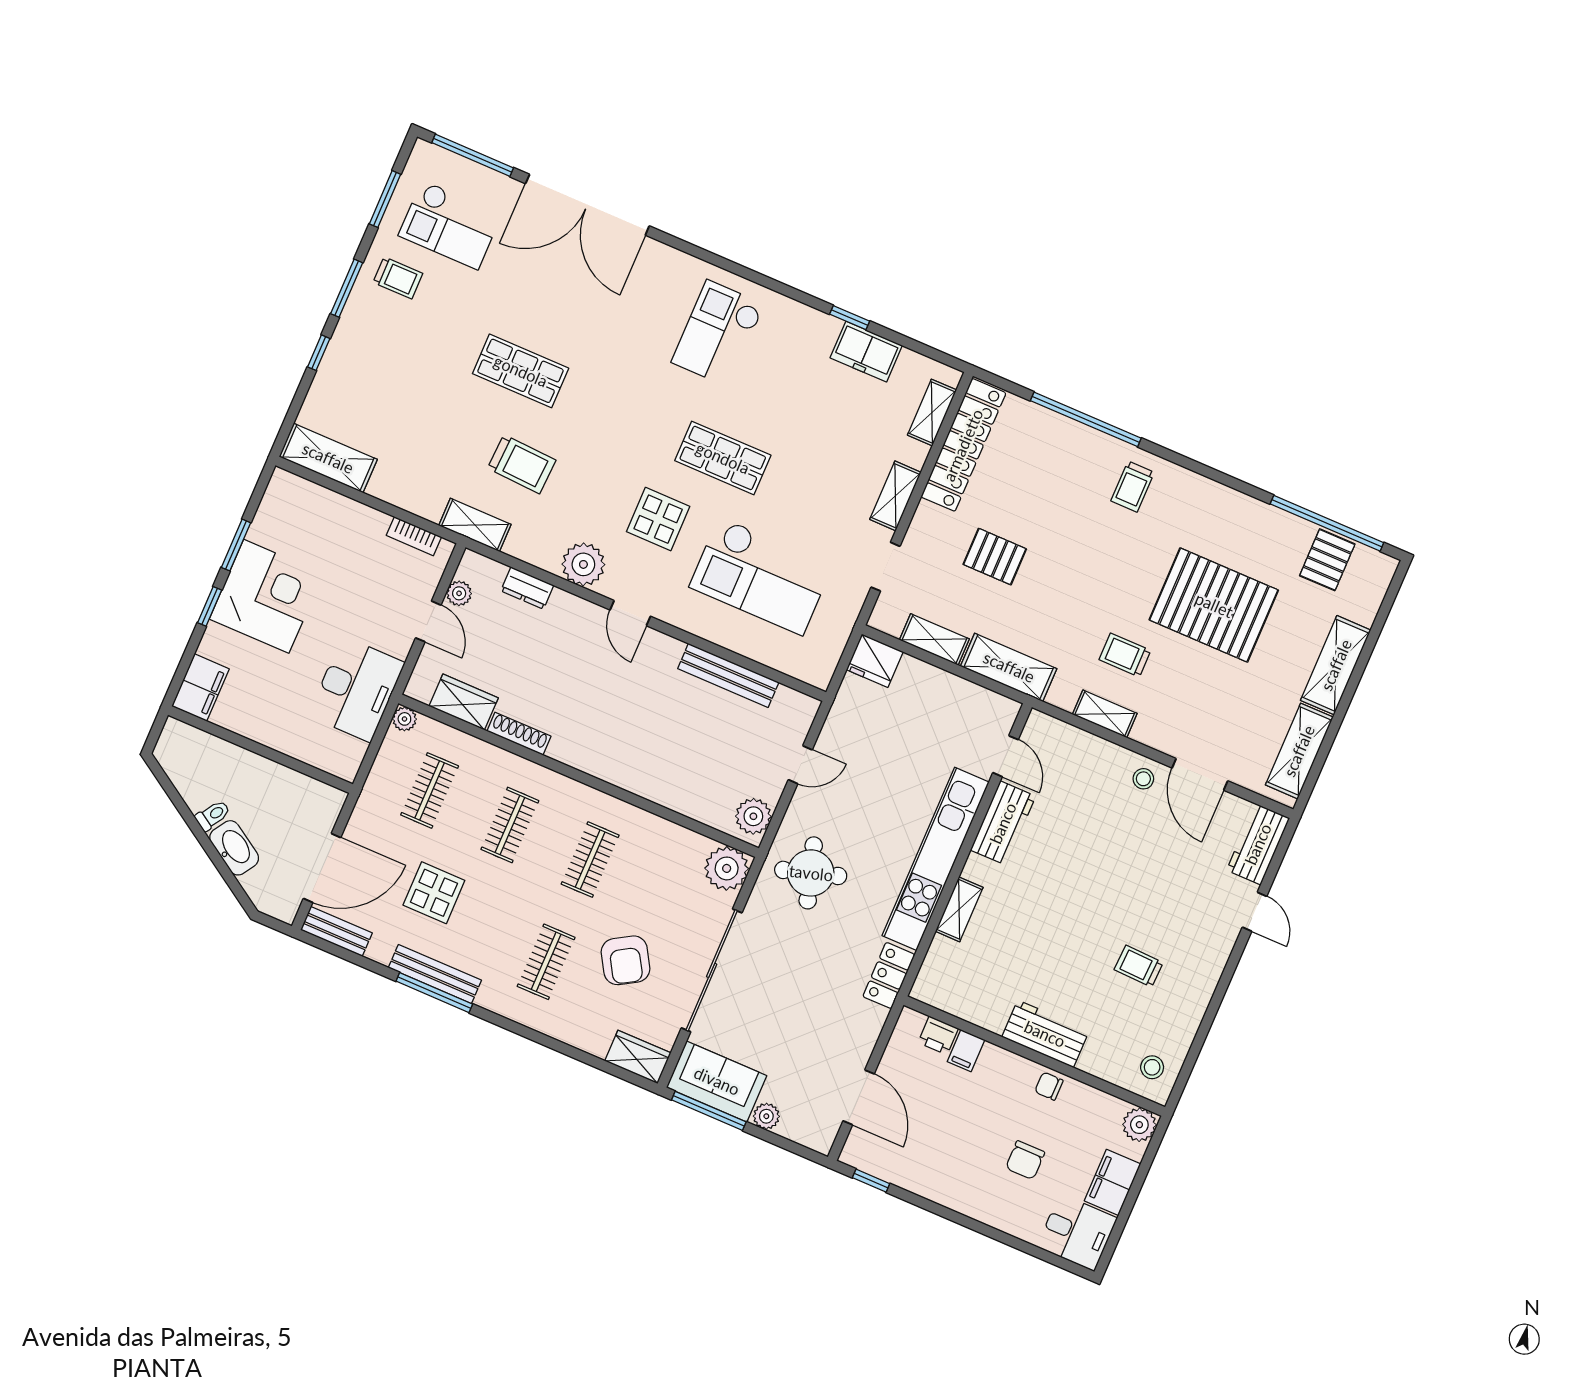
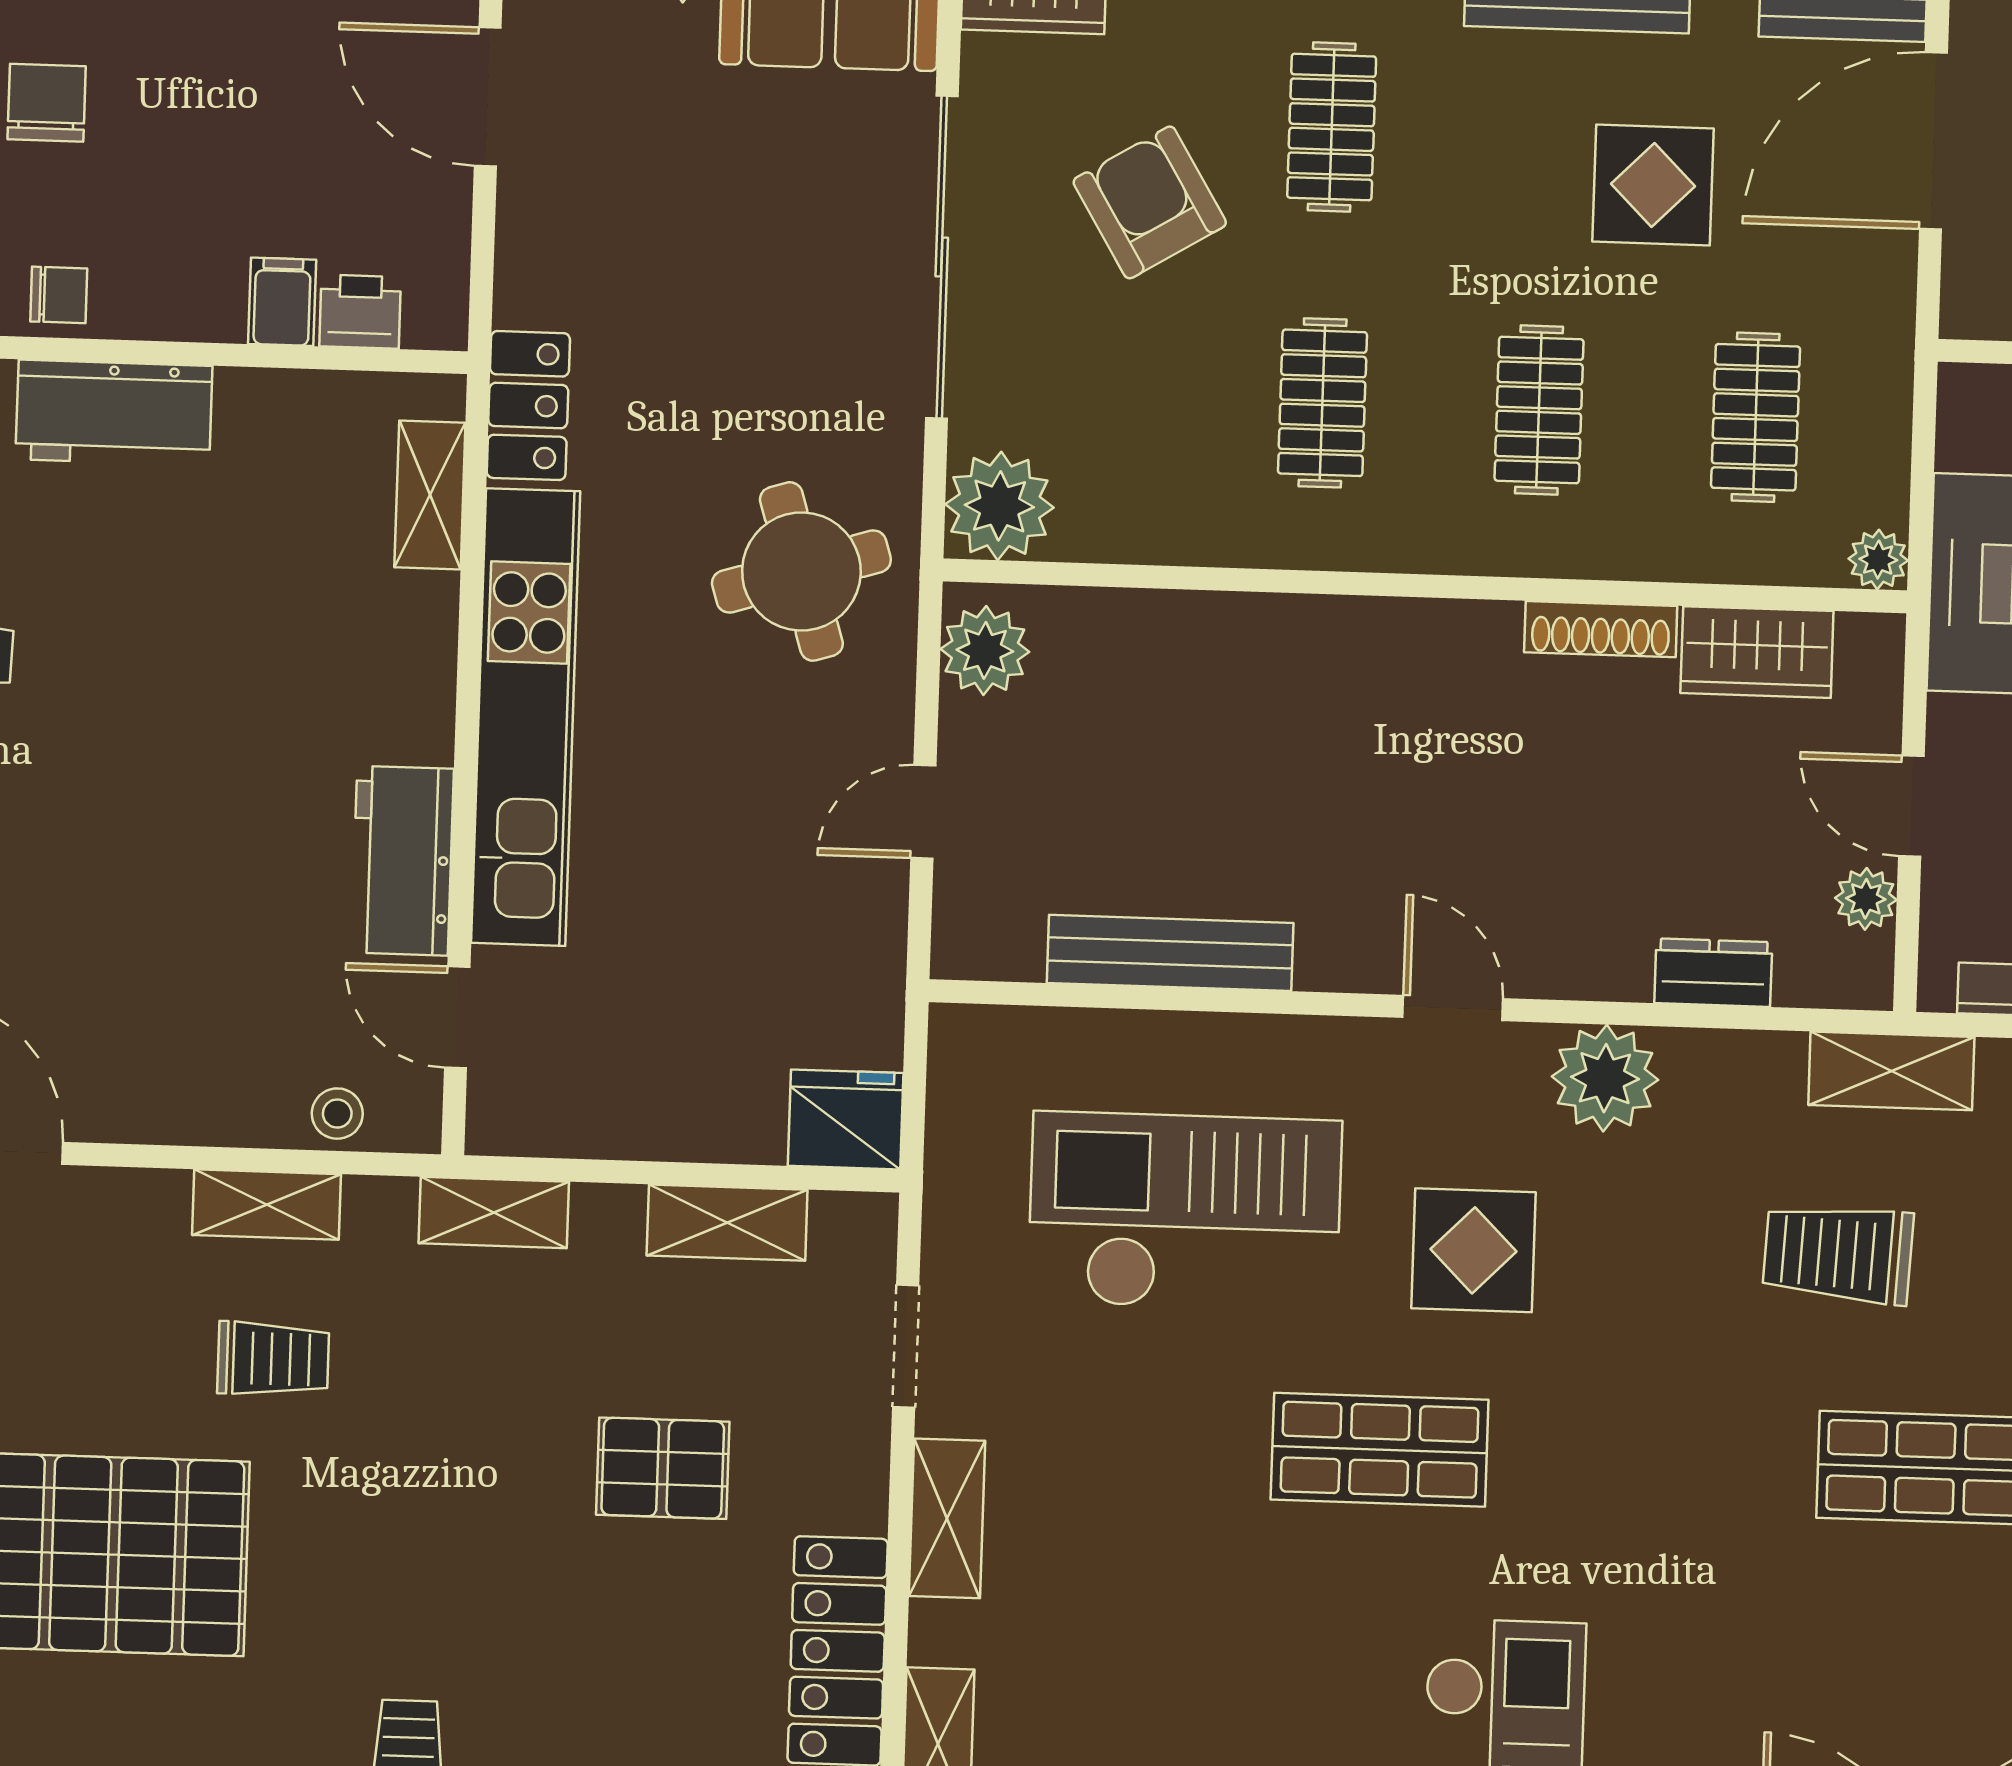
shelving: (1009, 667) -> (494, 1212), width x0.67, depth x0.75
stool: (1143, 779) -> (337, 1114), moved
shelving: (959, 909) -> (430, 495), moved

